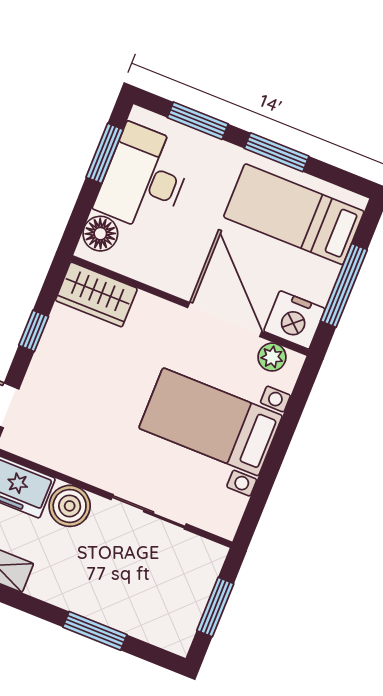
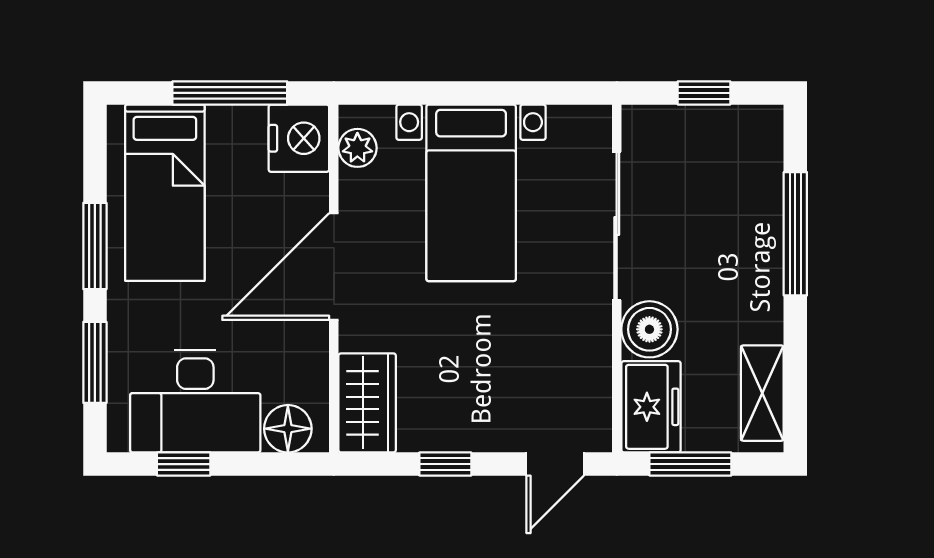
window: (105, 153) -> (184, 464), width x0.67
door: (225, 320) -> (334, 267), moved
sliding door: (149, 512) -> (617, 226), width x1.37
window: (215, 607) -> (704, 93), width x0.67
window: (95, 631) -> (795, 234), width x1.44

